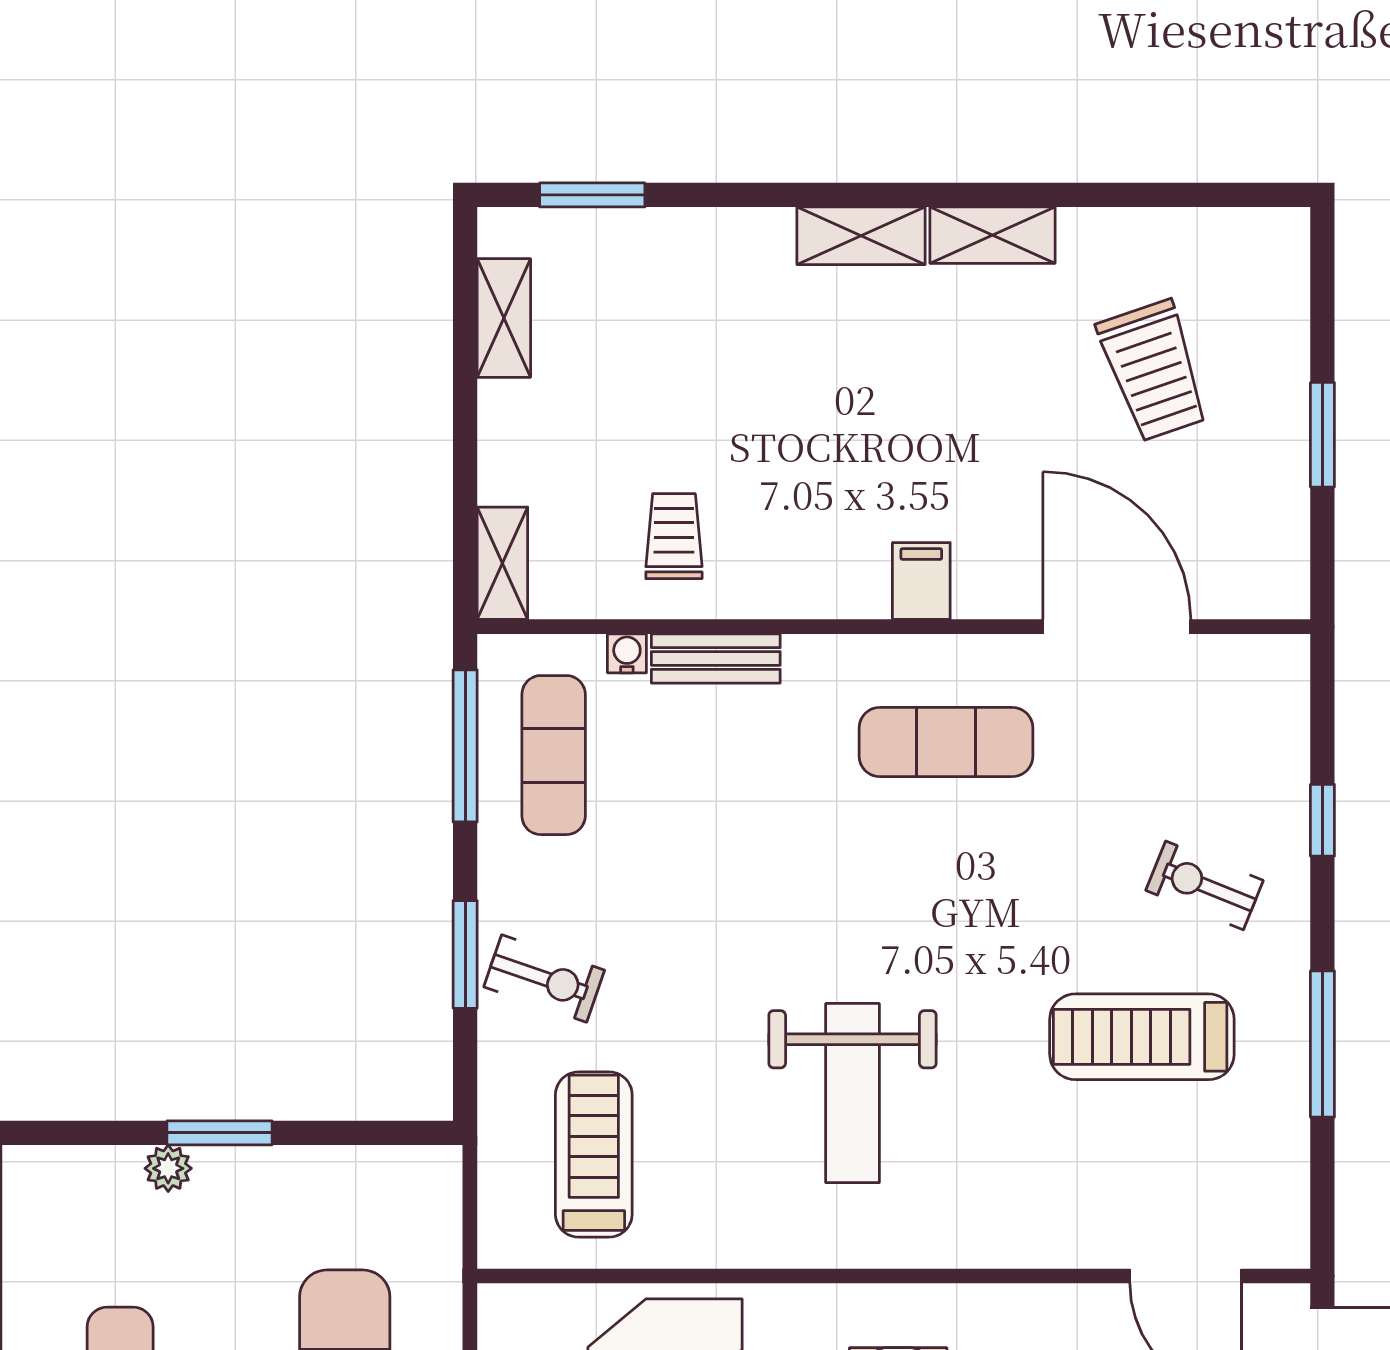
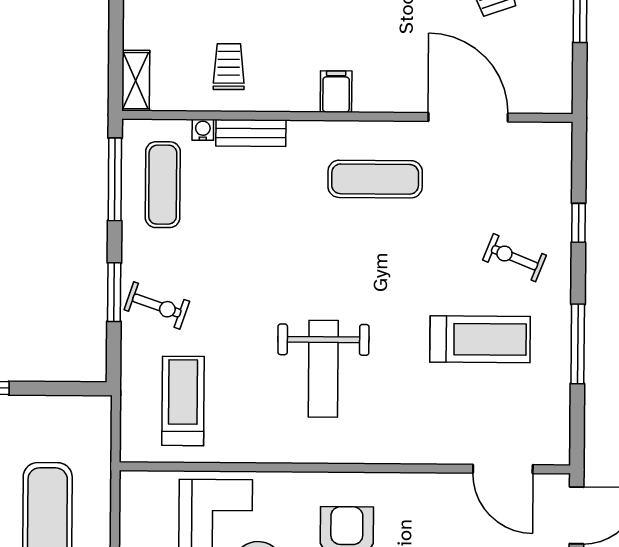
filing cabinet: (921, 581) -> (336, 92), moved
treadmill: (1142, 1037) -> (480, 339), turned 180

